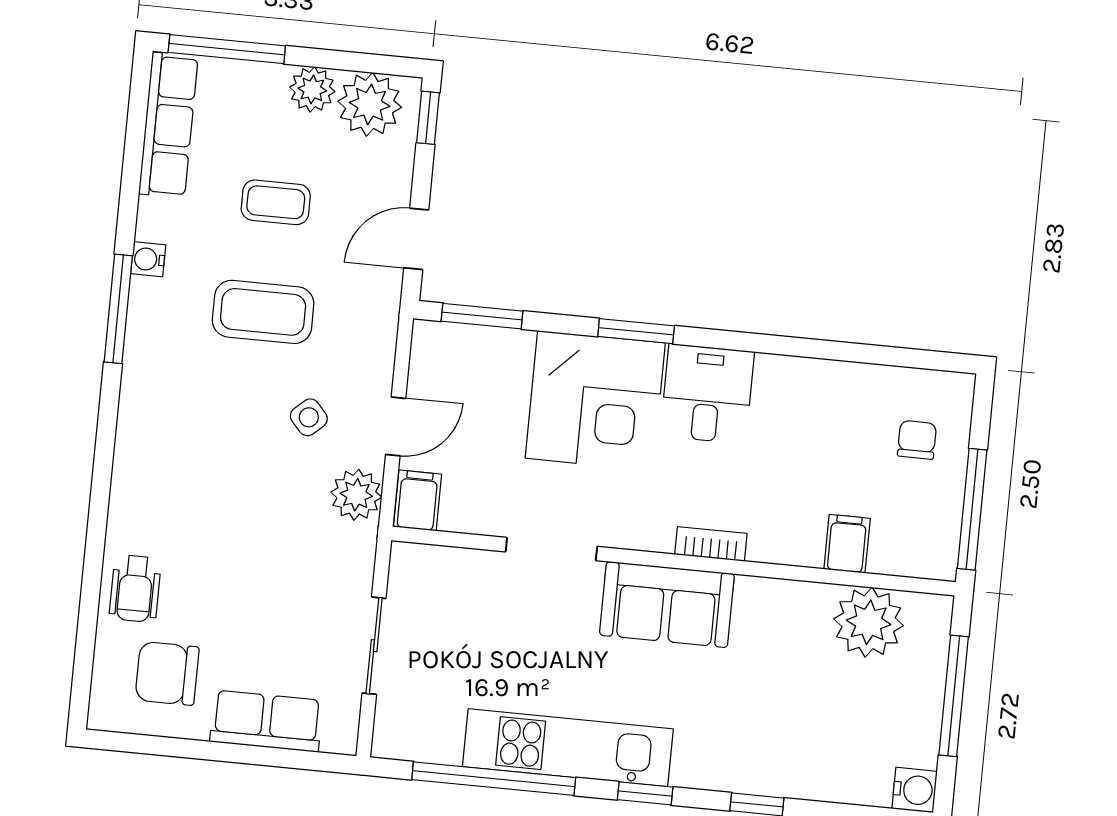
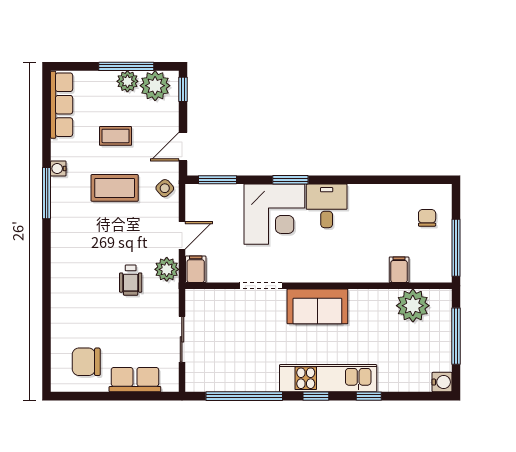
window: (227, 49) -> (126, 66), moved
side table: (309, 417) -> (165, 188), moved
bookcase: (711, 544) -> (335, 276), removed
wheelchair: (135, 589) -> (131, 280), moved
kitchen unit: (568, 748) -> (328, 378), moved

